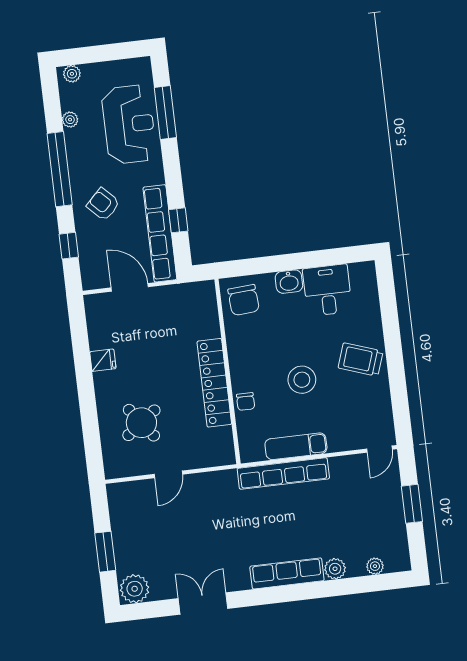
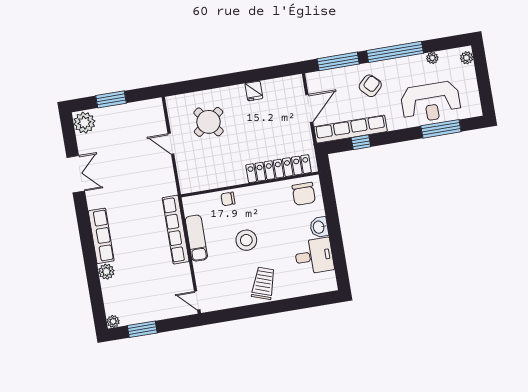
window: (69, 246) -> (338, 61), width x2.17
chair: (244, 300) -> (304, 194), turned -86
locker: (214, 383) -> (279, 169), moved
window: (412, 504) -> (142, 329), moved
plant: (375, 566) -> (113, 321), moved

